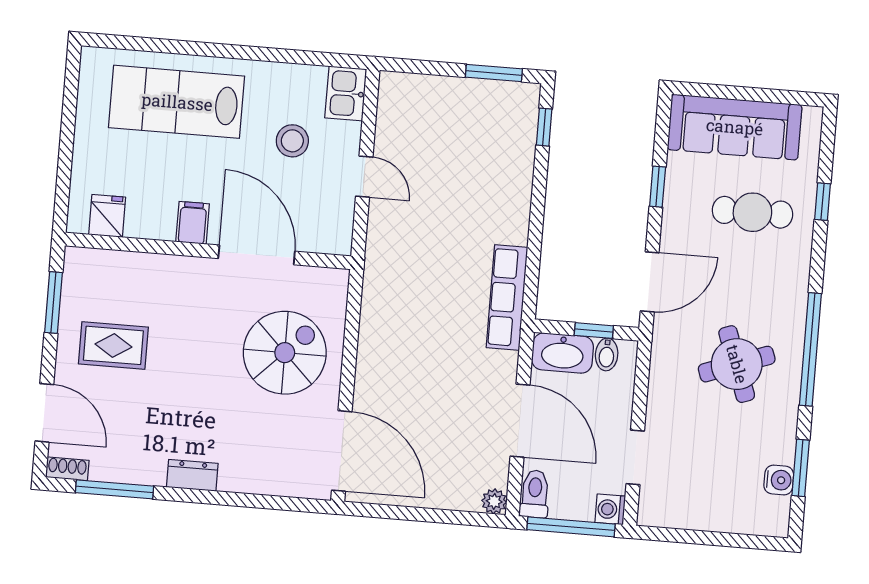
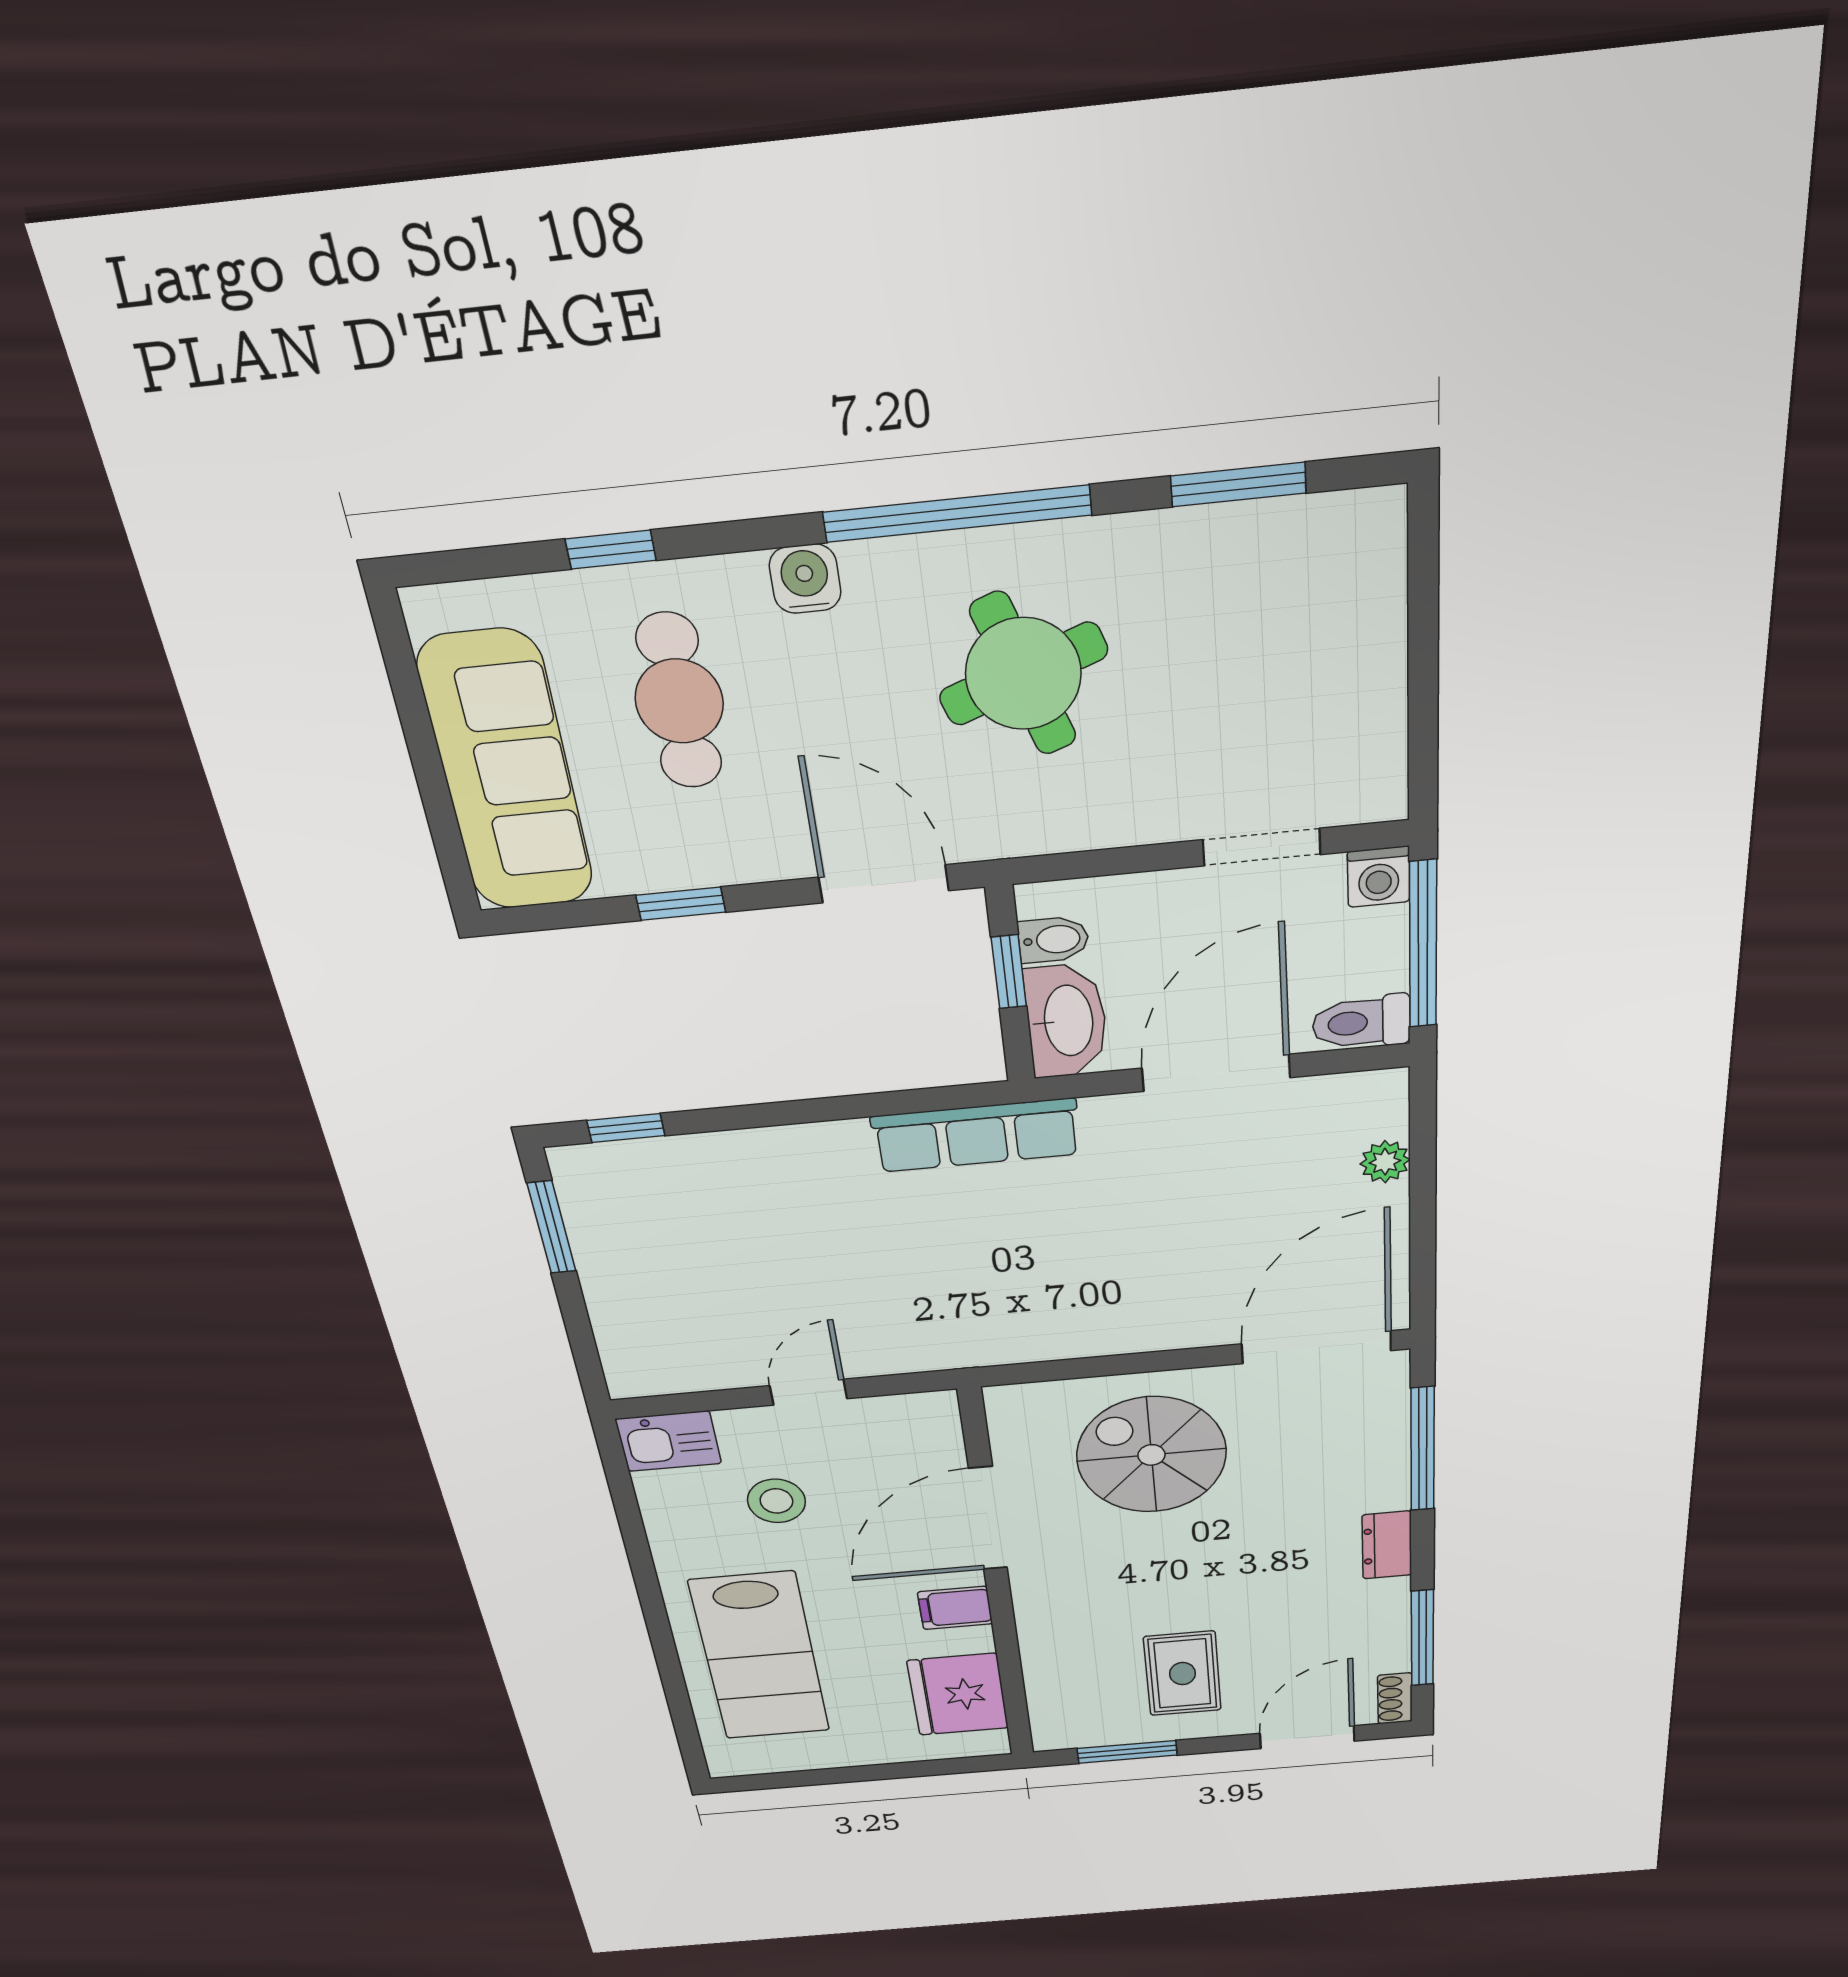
fridge: (107, 216) -> (958, 1694), width x1.88, depth x1.34
water cooler: (779, 480) -> (805, 579), moved
window: (260, 501) -> (1423, 1449), added
plant: (494, 501) -> (1385, 1162), moved

